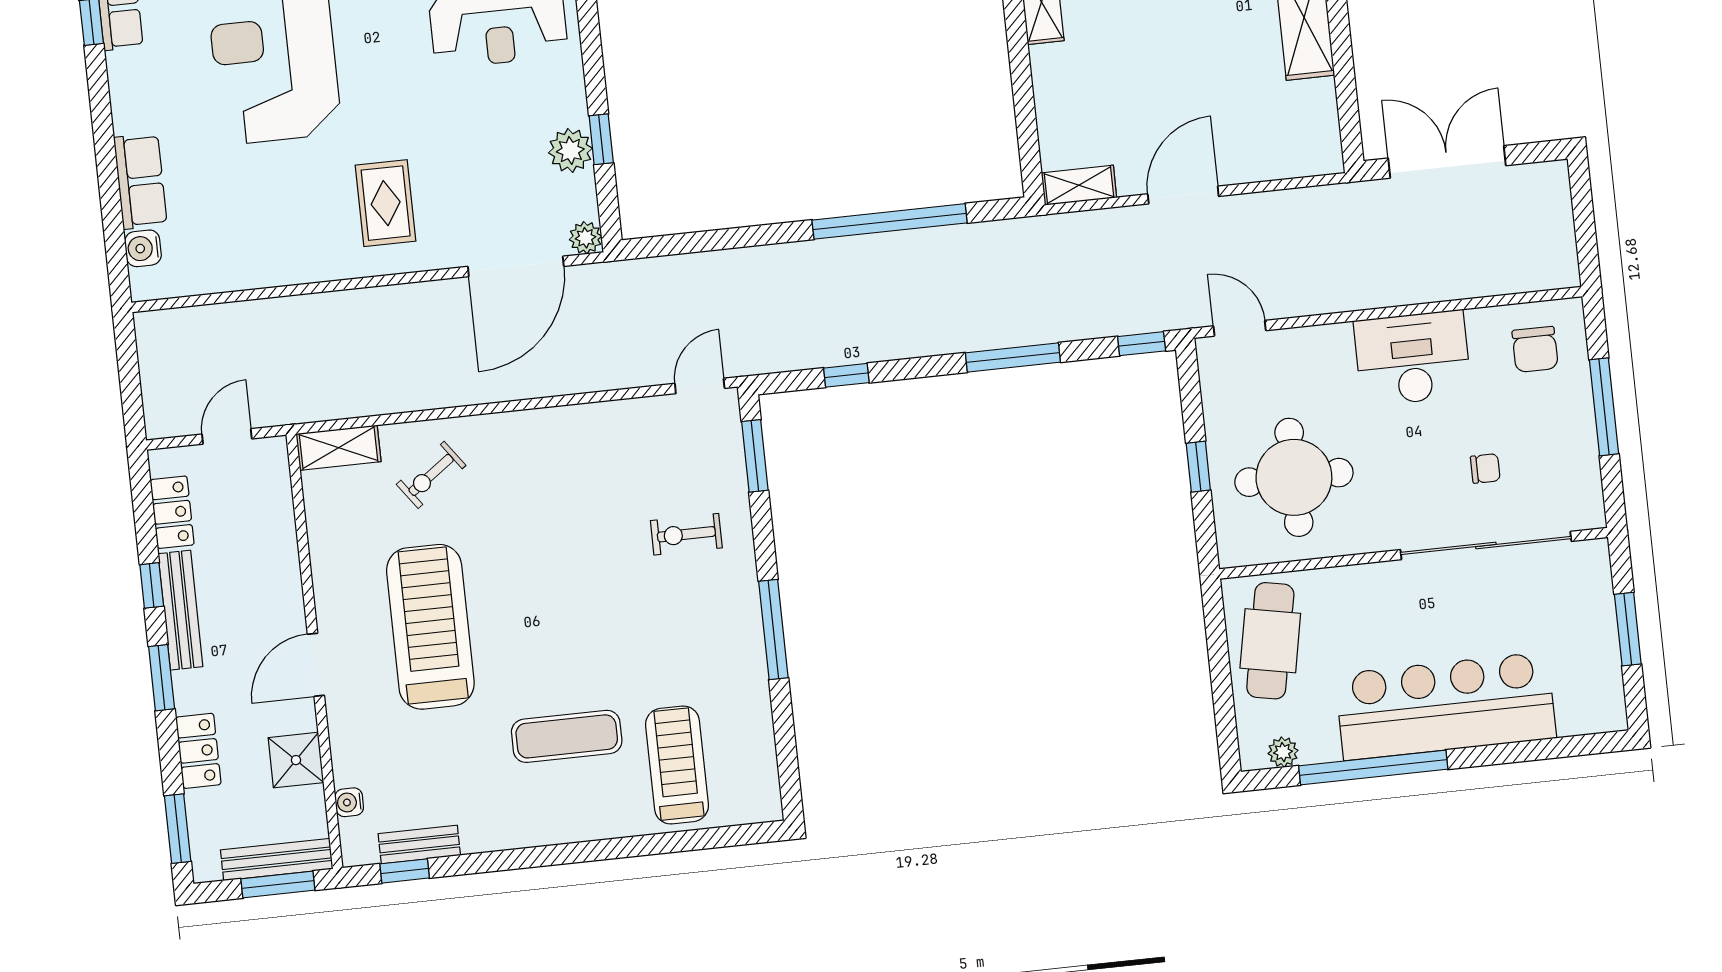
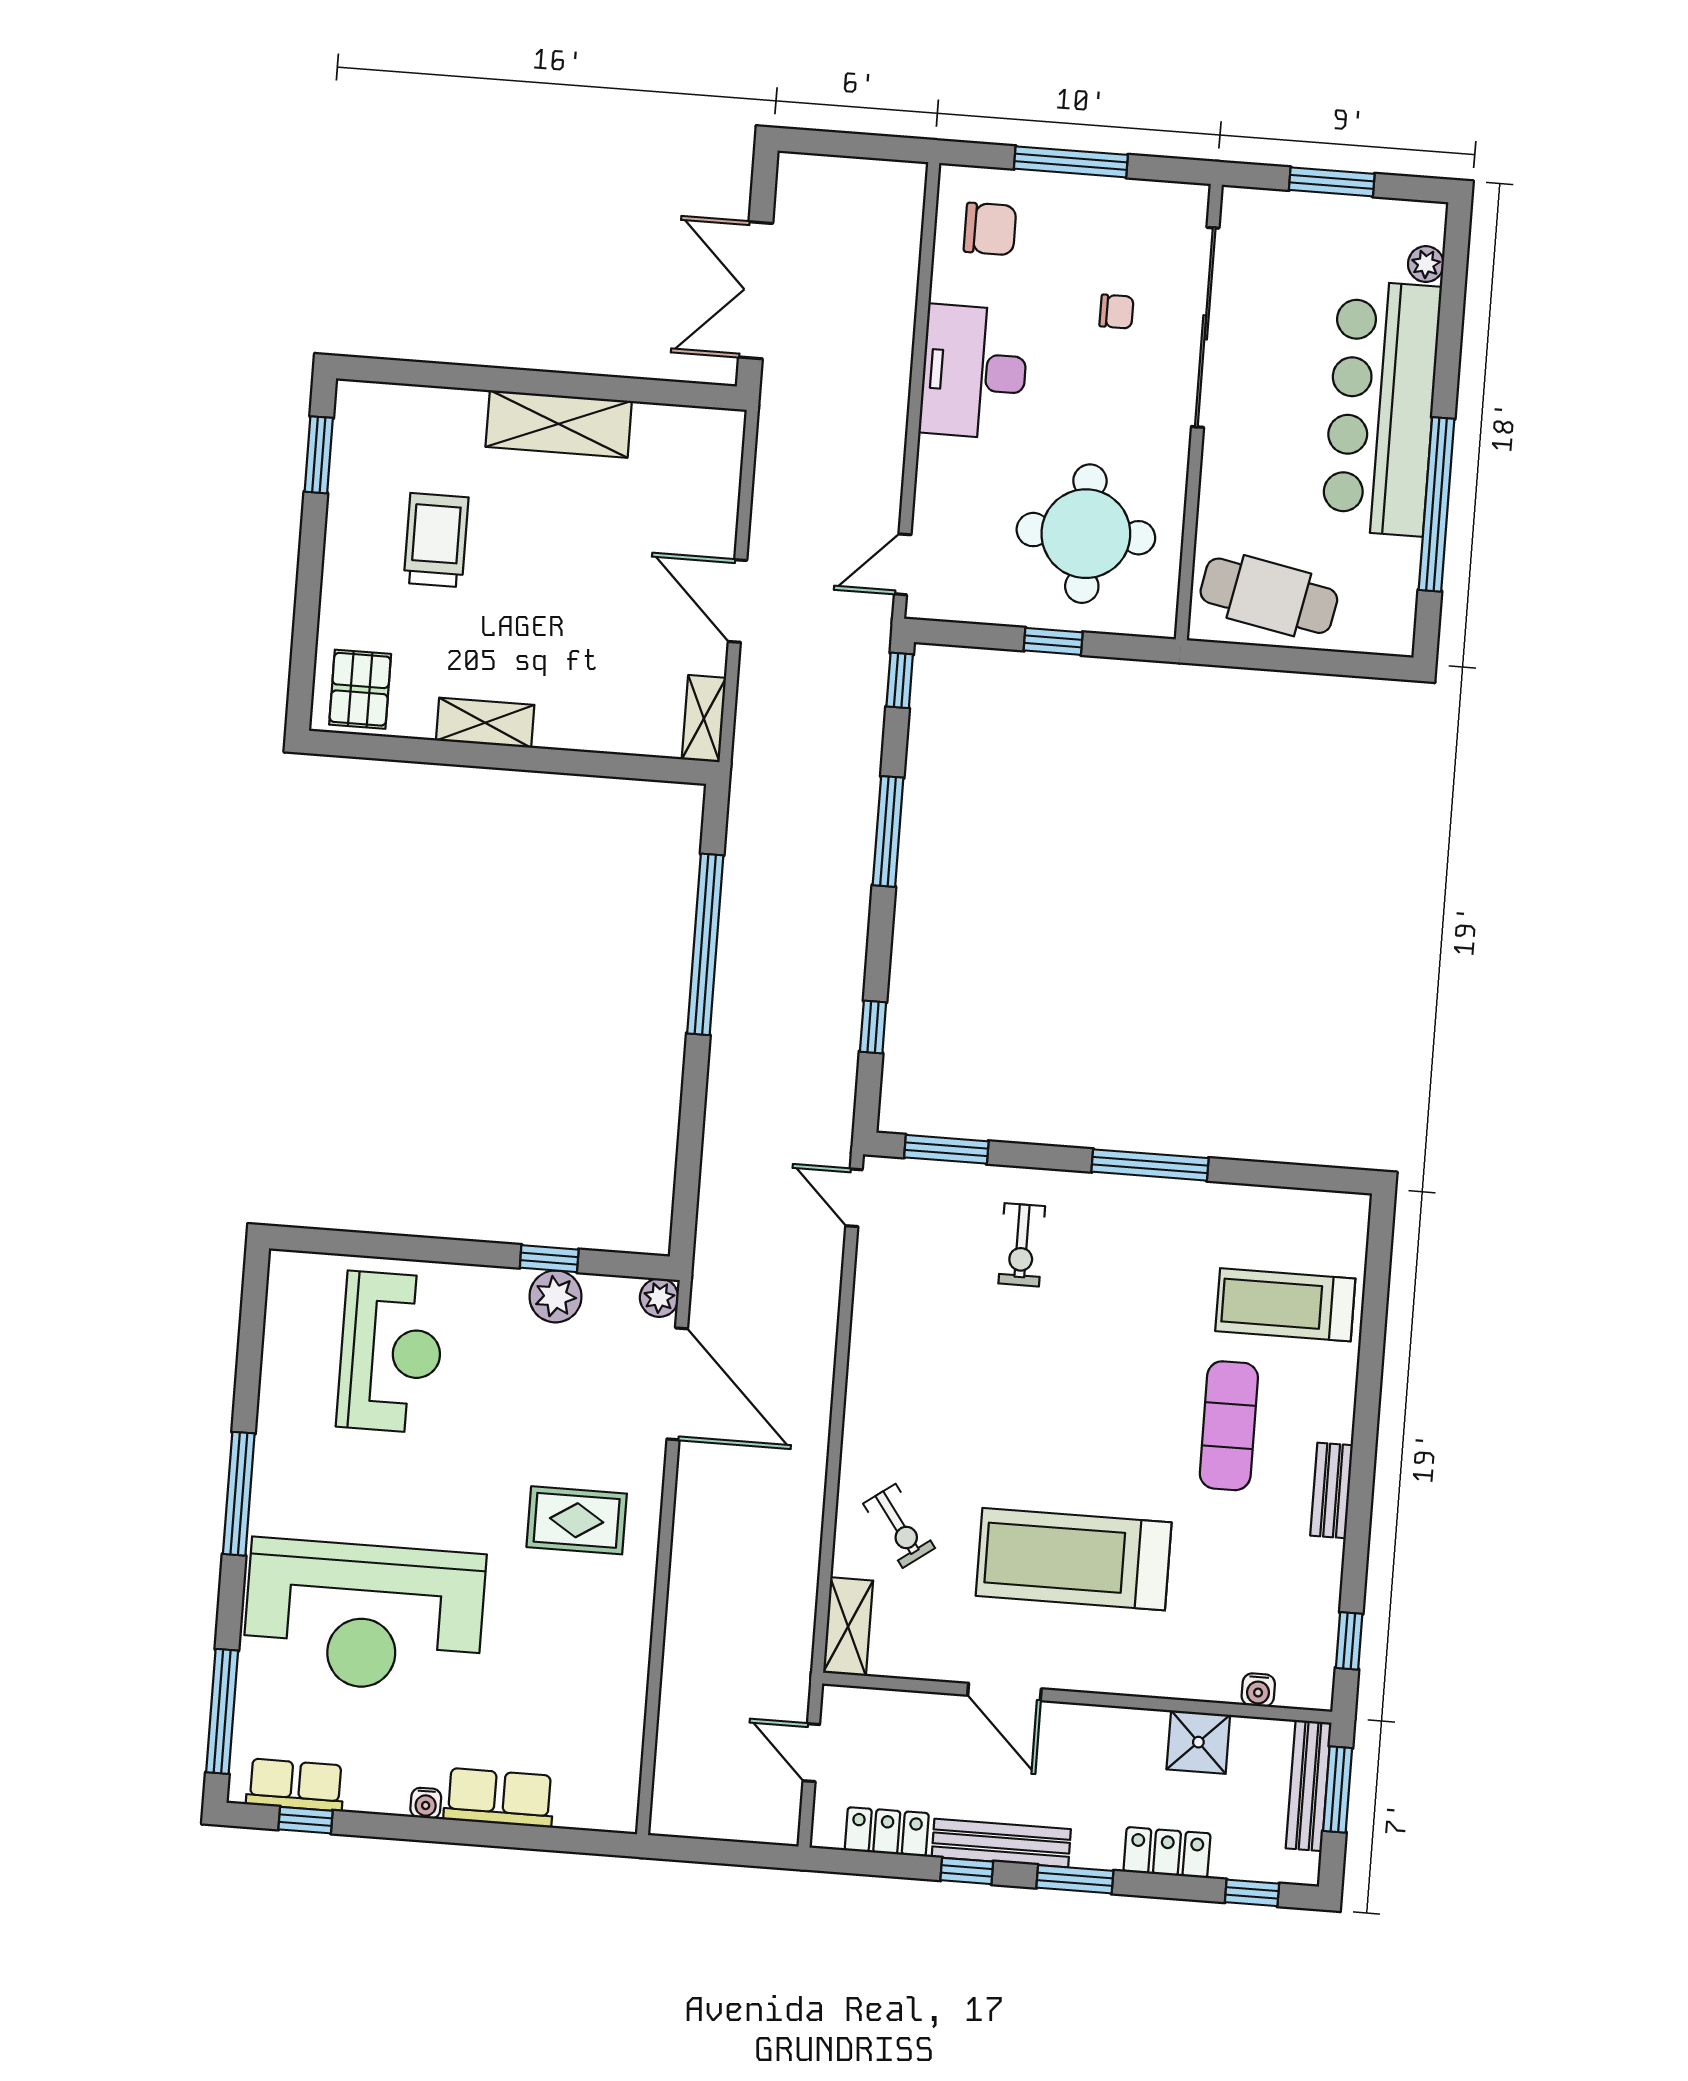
water cooler: (143, 248) -> (426, 1803), moved, width x0.72, depth x0.72
chair: (1485, 469) -> (1117, 312), turned 90
door: (316, 665) -> (1004, 1692), moved
plant: (1283, 752) -> (1426, 264), moved
window: (178, 829) -> (1252, 1893), width x0.67
bench: (419, 844) -> (1332, 1490), moved

